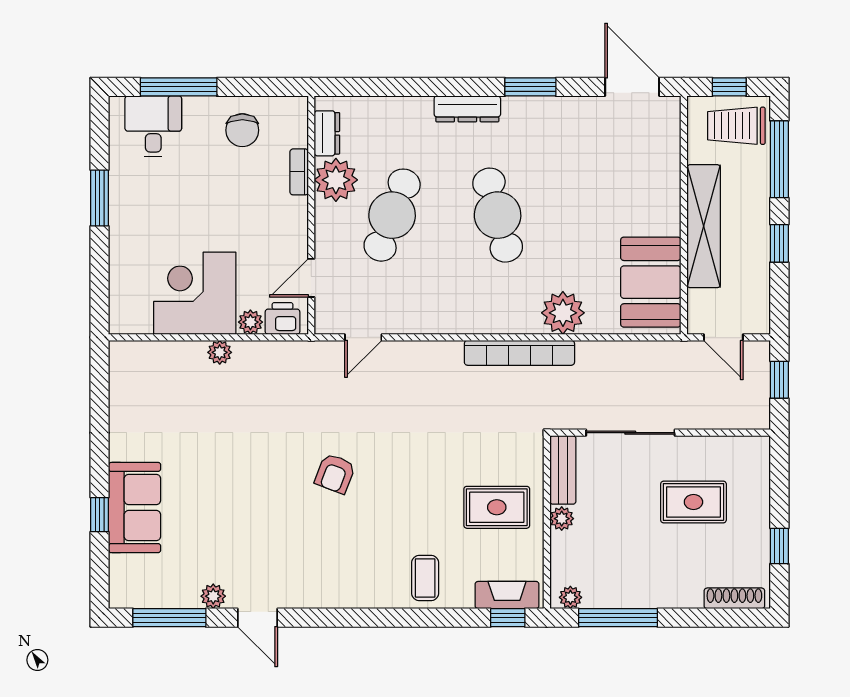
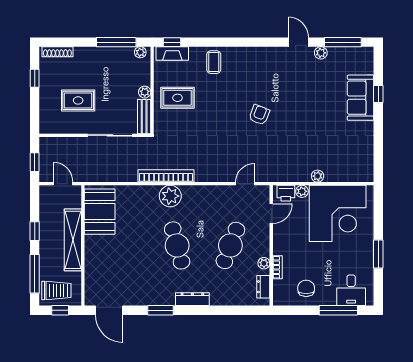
plant: (336, 180) -> (264, 263), width x0.53, depth x0.53
corner desk: (195, 293) -> (338, 213), width x1.36, depth x1.36
plant: (563, 313) -> (170, 196), moved

